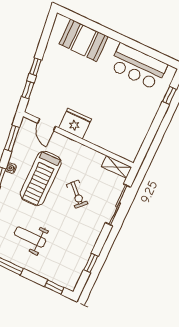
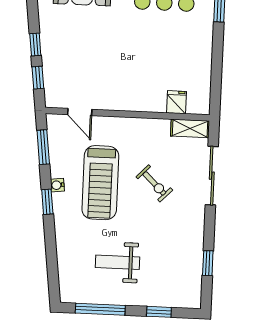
fridge: (75, 124) -> (177, 102), moved, width x0.53, depth x0.75
window: (54, 287) -> (159, 312), moved

